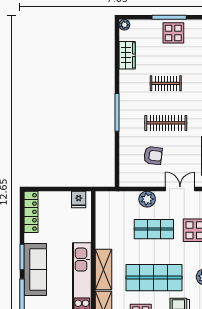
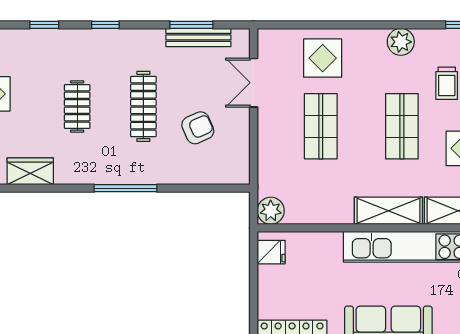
armchair: (153, 156) -> (198, 128), turned 59
plant: (147, 199) -> (271, 211), moved
shop shelf: (154, 278) -> (402, 126), width x0.70, depth x0.74

